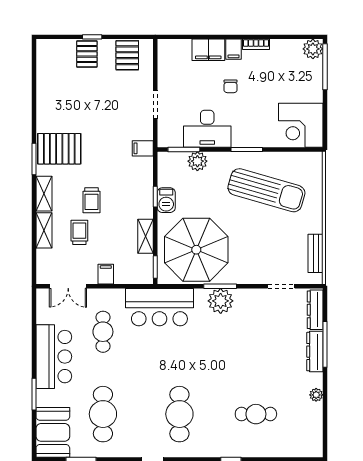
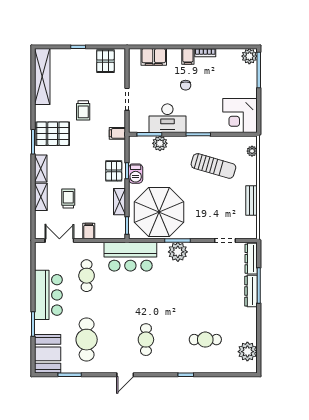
filing cabinet: (208, 50) -> (154, 57), moved
pallet: (87, 54) -> (114, 171), moved
shelving: (46, 75) -> (42, 77), added
plant: (316, 171) -> (252, 151), added
sun lounger: (266, 190) -> (213, 166), width x0.73, depth x0.75
trolley: (91, 200) -> (83, 110), moved
bench: (316, 253) -> (252, 201), moved
double door: (68, 286) -> (59, 240), swing flipped
plant: (316, 395) -> (247, 352), moved, width x1.88, depth x1.88
cafe table: (179, 414) -> (146, 340), width x0.73, depth x0.74

